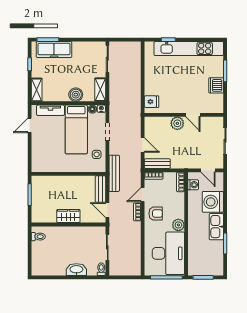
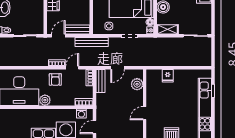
fridge: (151, 102) -> (168, 76), moved
plant: (177, 123) -> (137, 84), moved
door: (143, 195) -> (72, 68), hinge flipped

